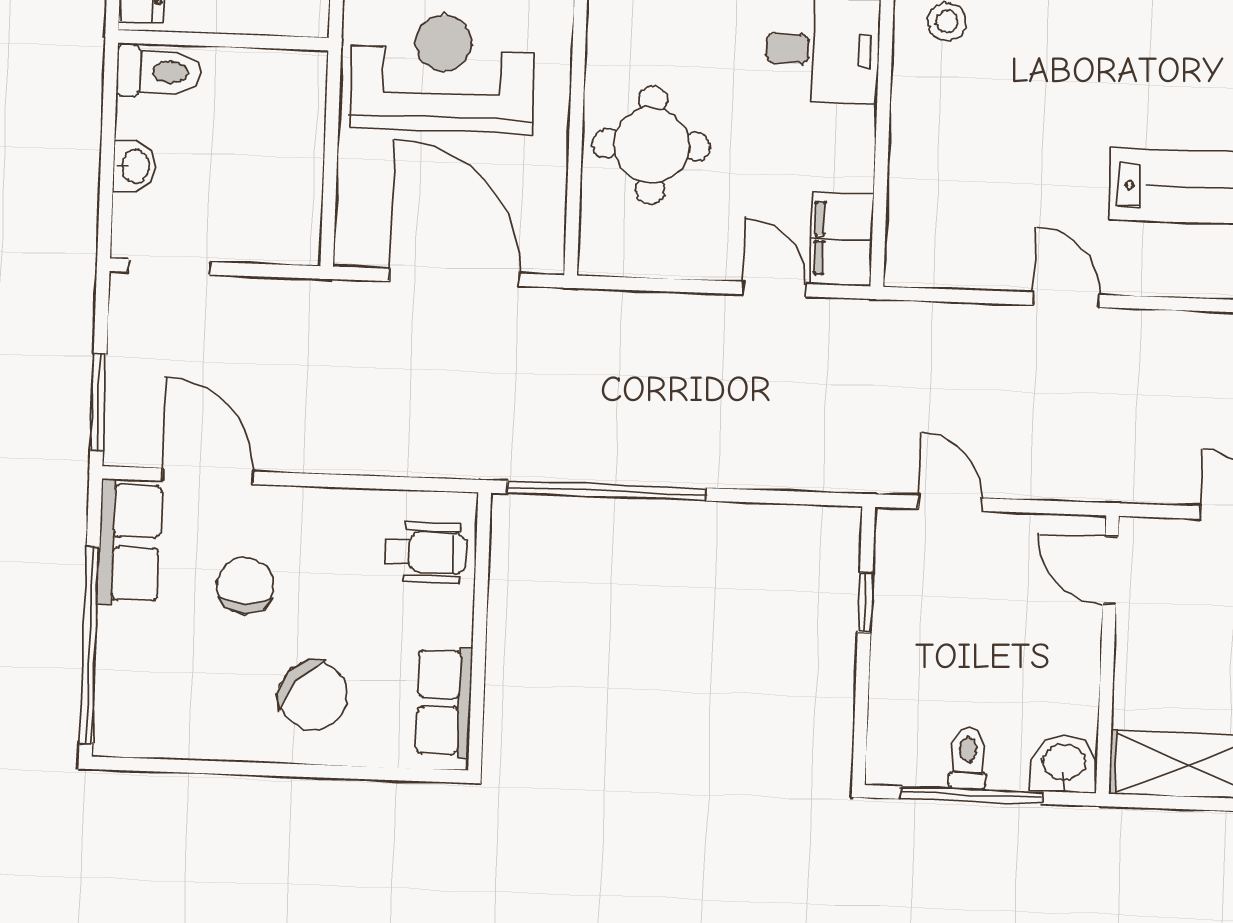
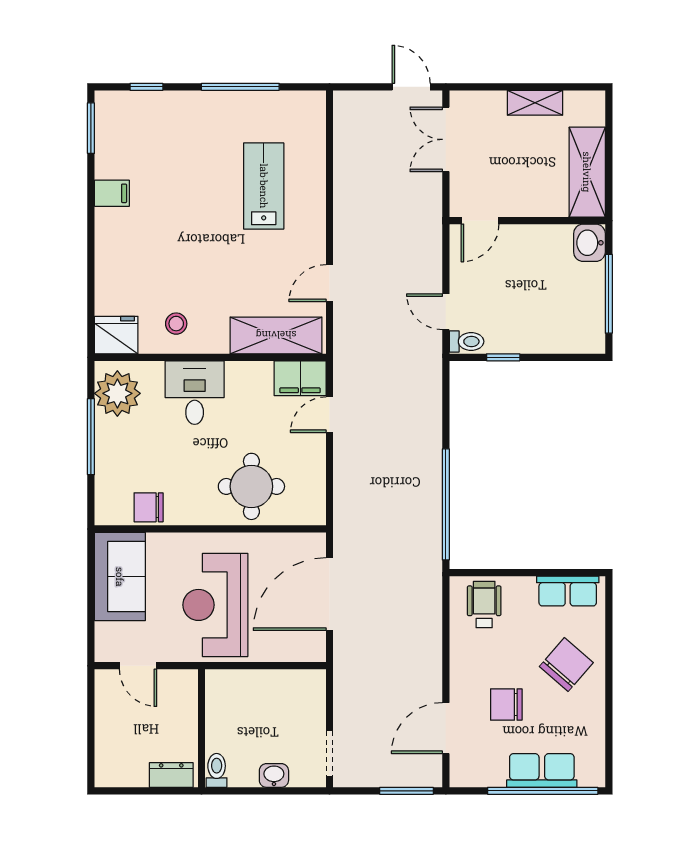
toilet: (159, 72) -> (217, 770), width x0.73, depth x0.72
shelving: (919, 199) -> (276, 335), added
door: (1066, 300) -> (330, 283), moved
door: (950, 503) -> (446, 312), hinge flipped
row of seats: (129, 542) -> (542, 770), moved
toilet: (968, 758) -> (467, 341), moved, turned 180

